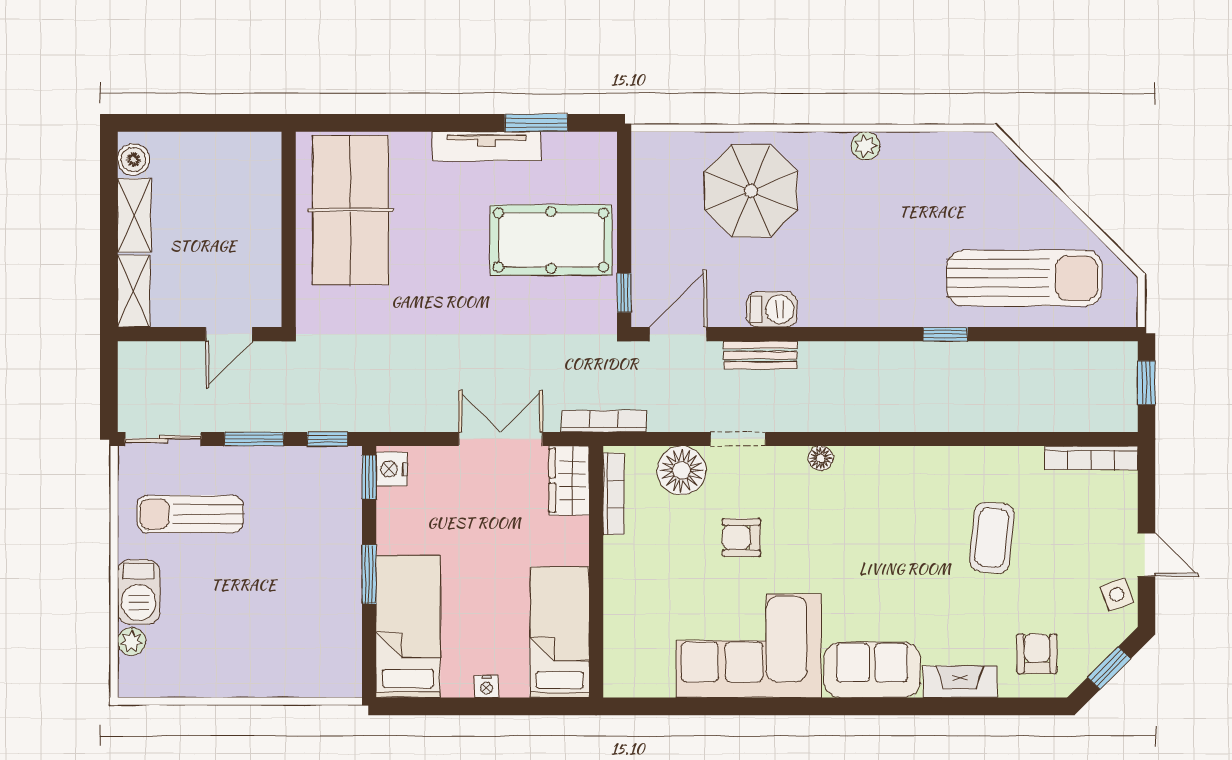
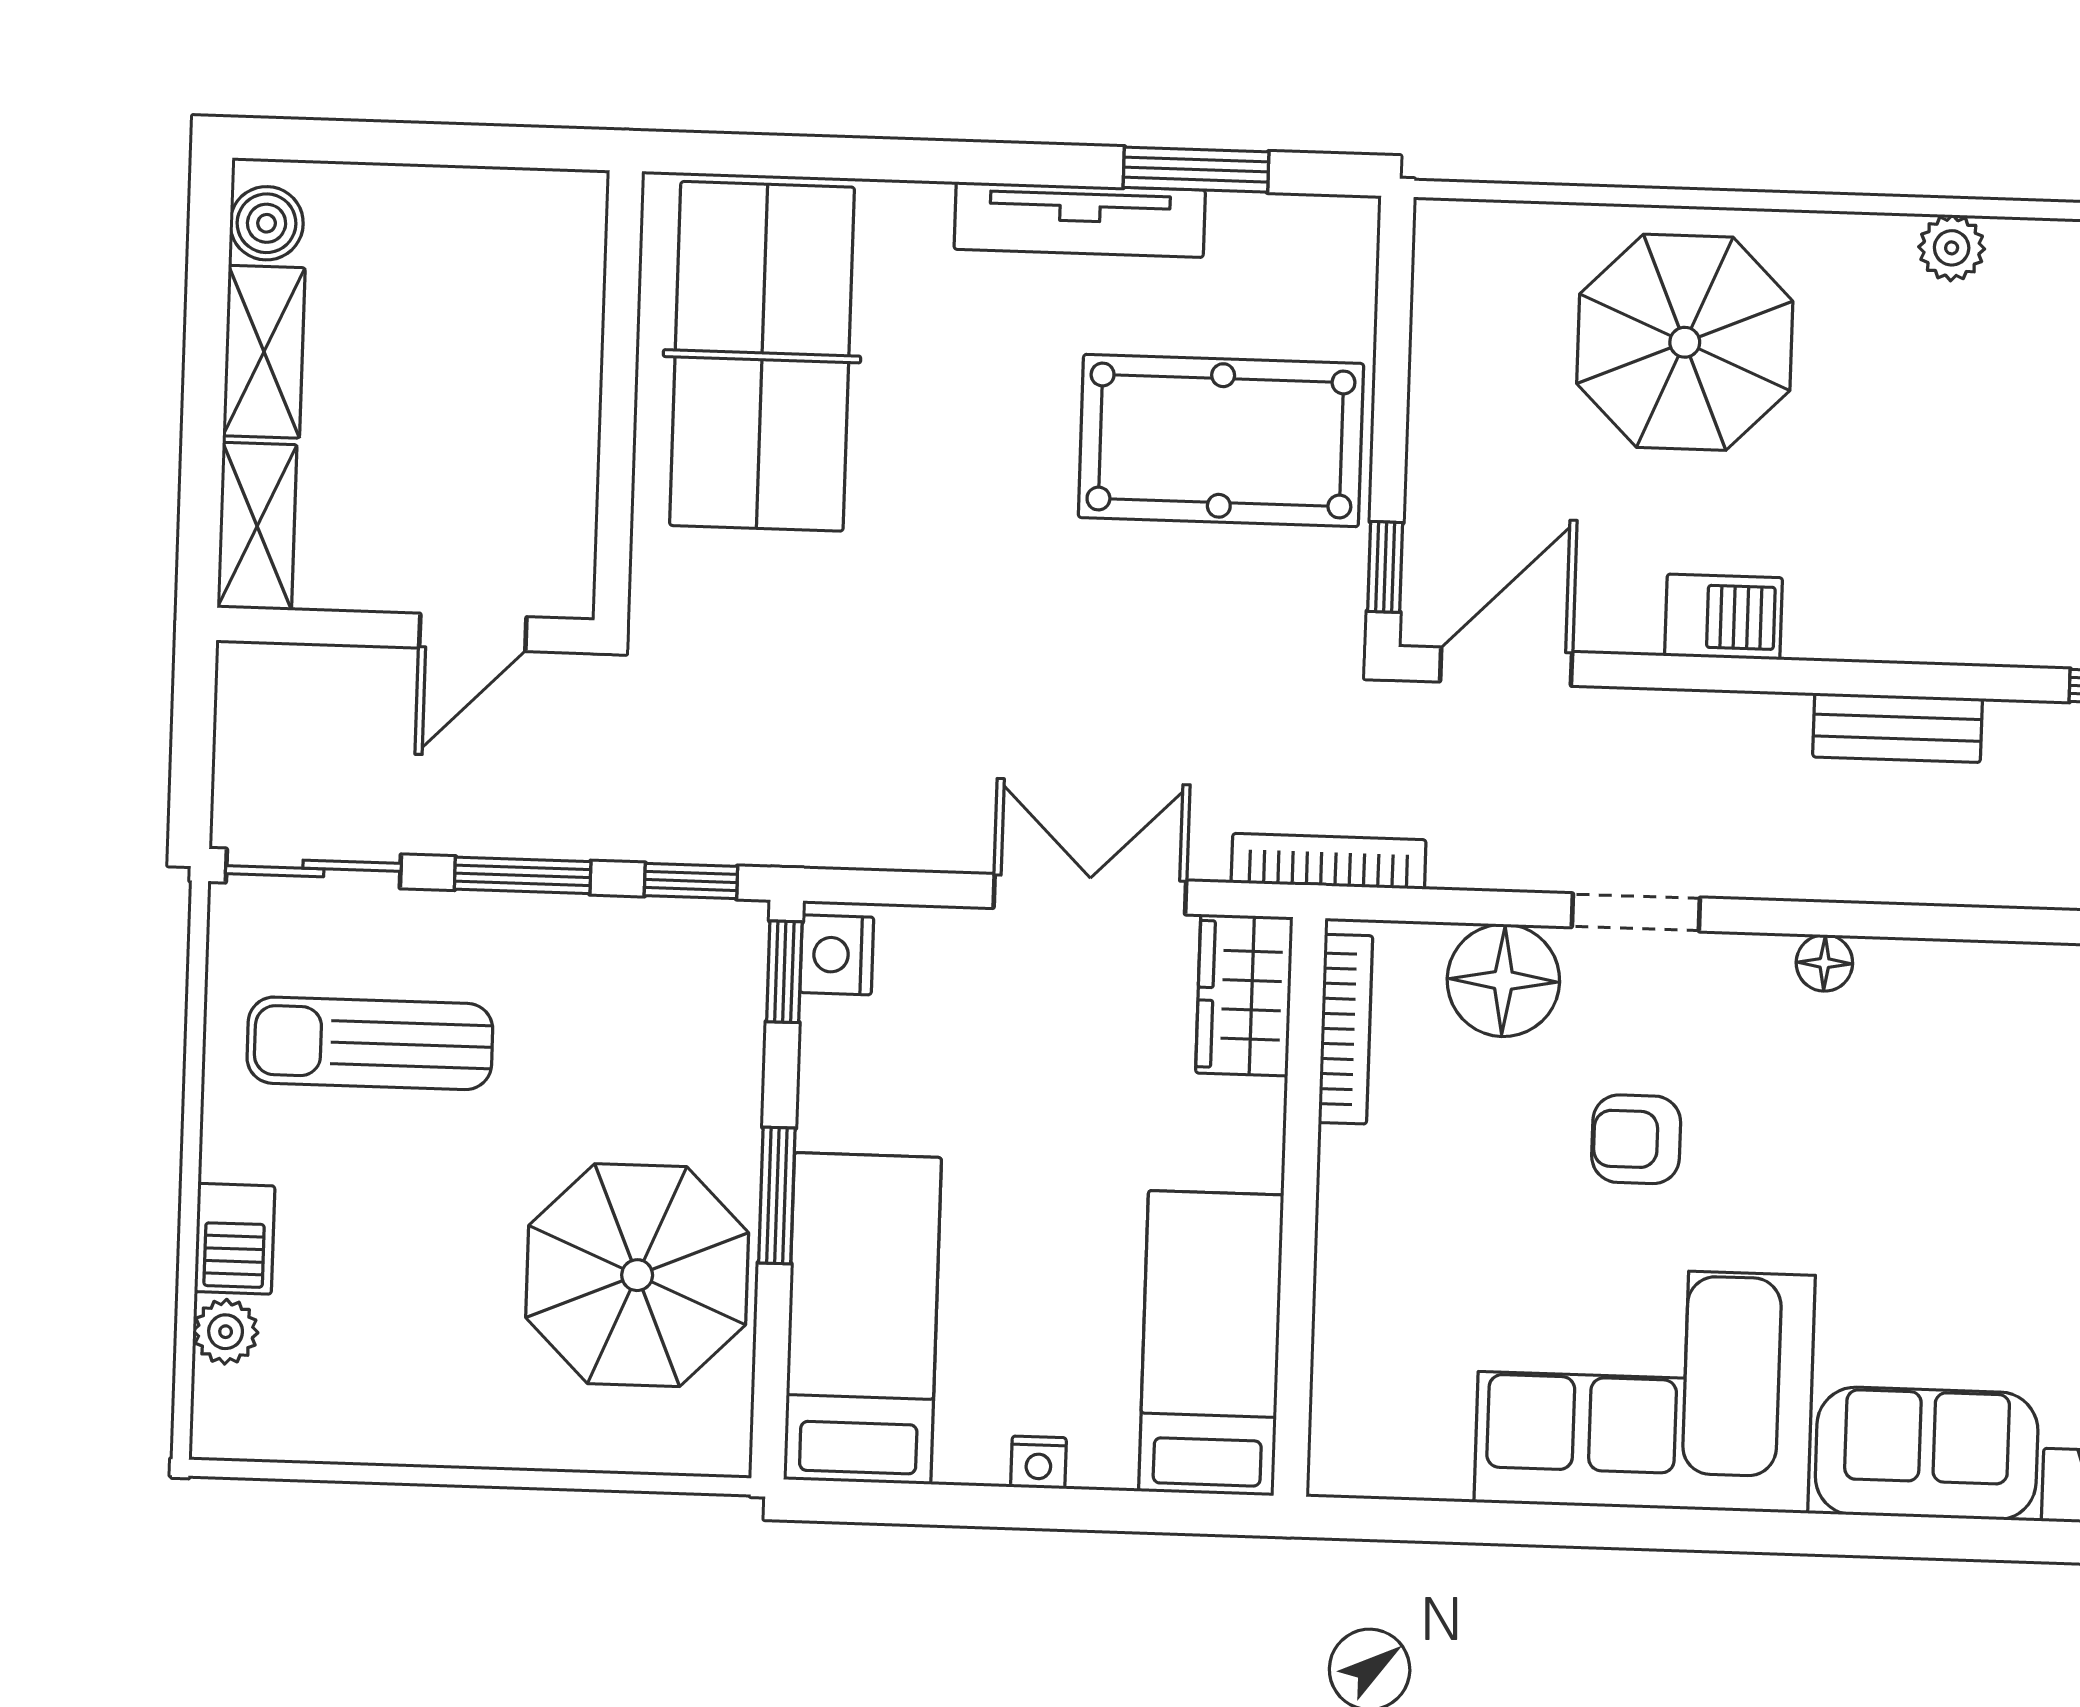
bench: (760, 355) -> (1897, 728), moved
barbecue: (139, 592) -> (235, 1239), width x0.73, depth x0.79
parasol: (310, 611) -> (637, 1275), added

